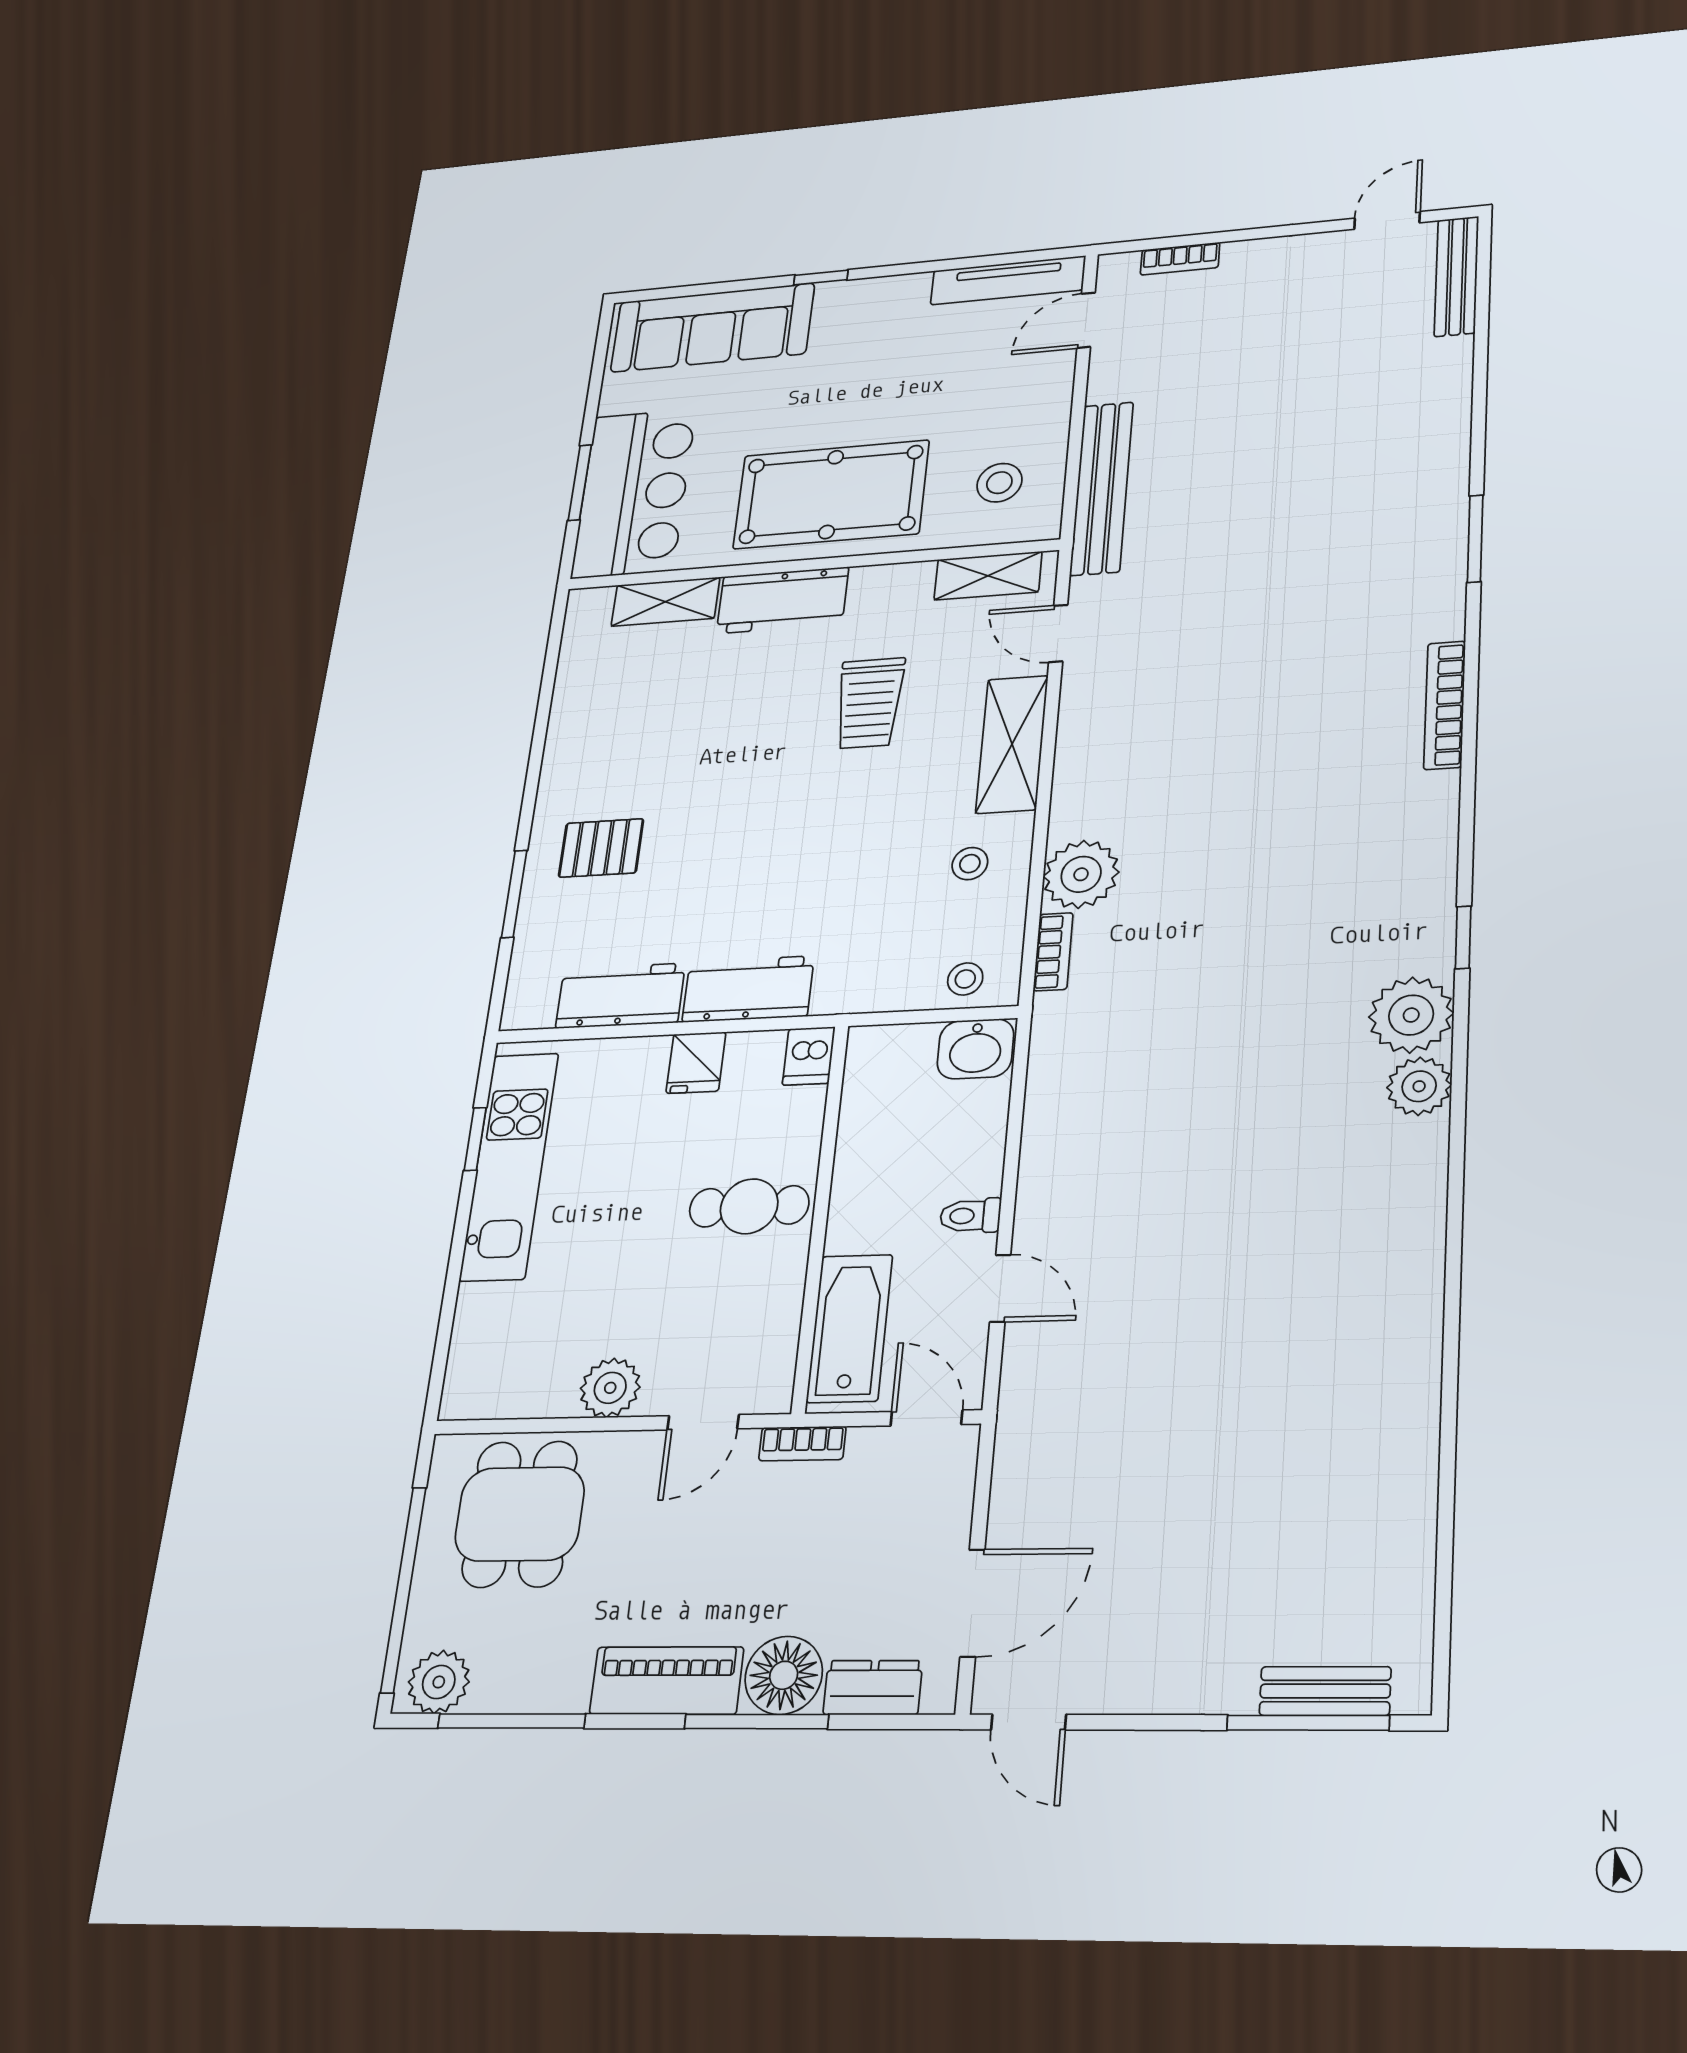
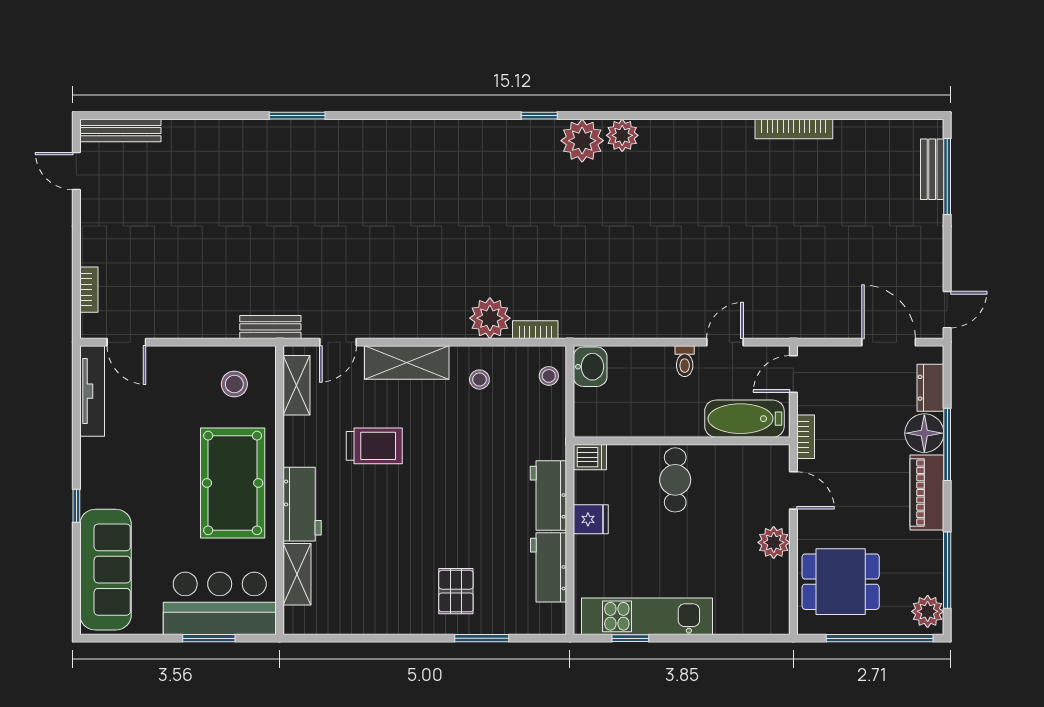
bench: (1102, 488) -> (270, 327), width x0.54, depth x0.82
bookcase: (1445, 705) -> (794, 129), moved

